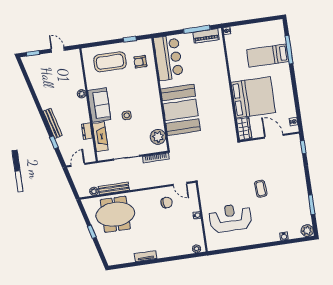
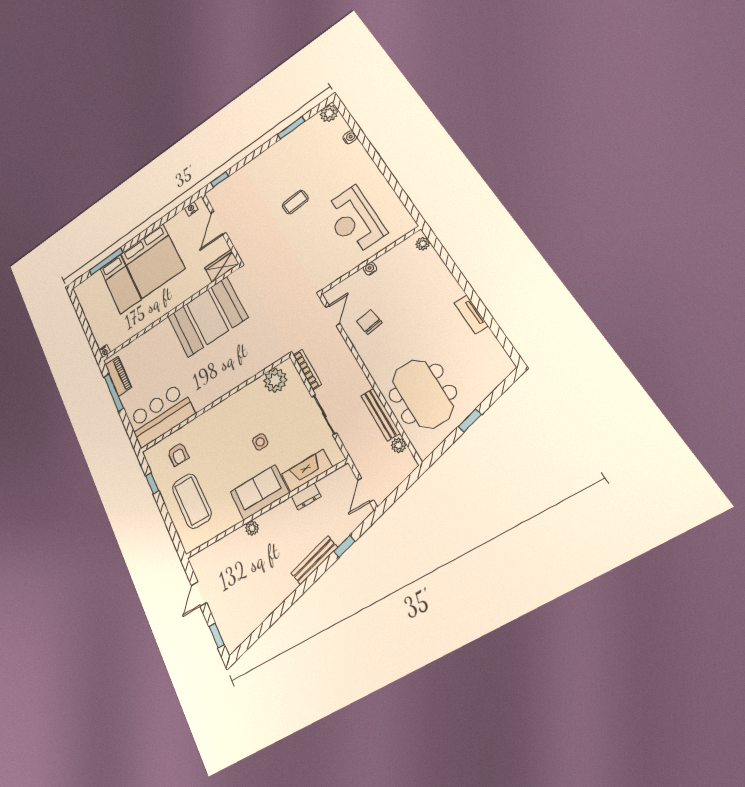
bed: (253, 97) -> (152, 261), moved, turned 180
booth: (181, 110) -> (207, 317), moved
door: (78, 165) -> (366, 490), hinge flipped

